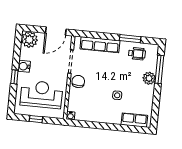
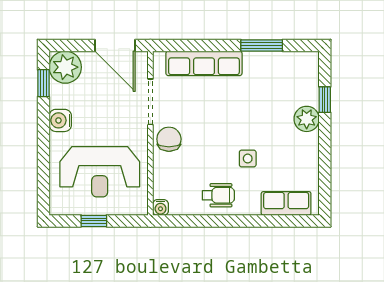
door: (56, 31) -> (115, 45), hinge flipped
wheelchair: (137, 54) -> (218, 195), moved
window: (159, 69) -> (325, 100), width x0.46
window: (14, 77) -> (43, 83), moved
reception desk: (41, 94) -> (100, 172), turned 180

